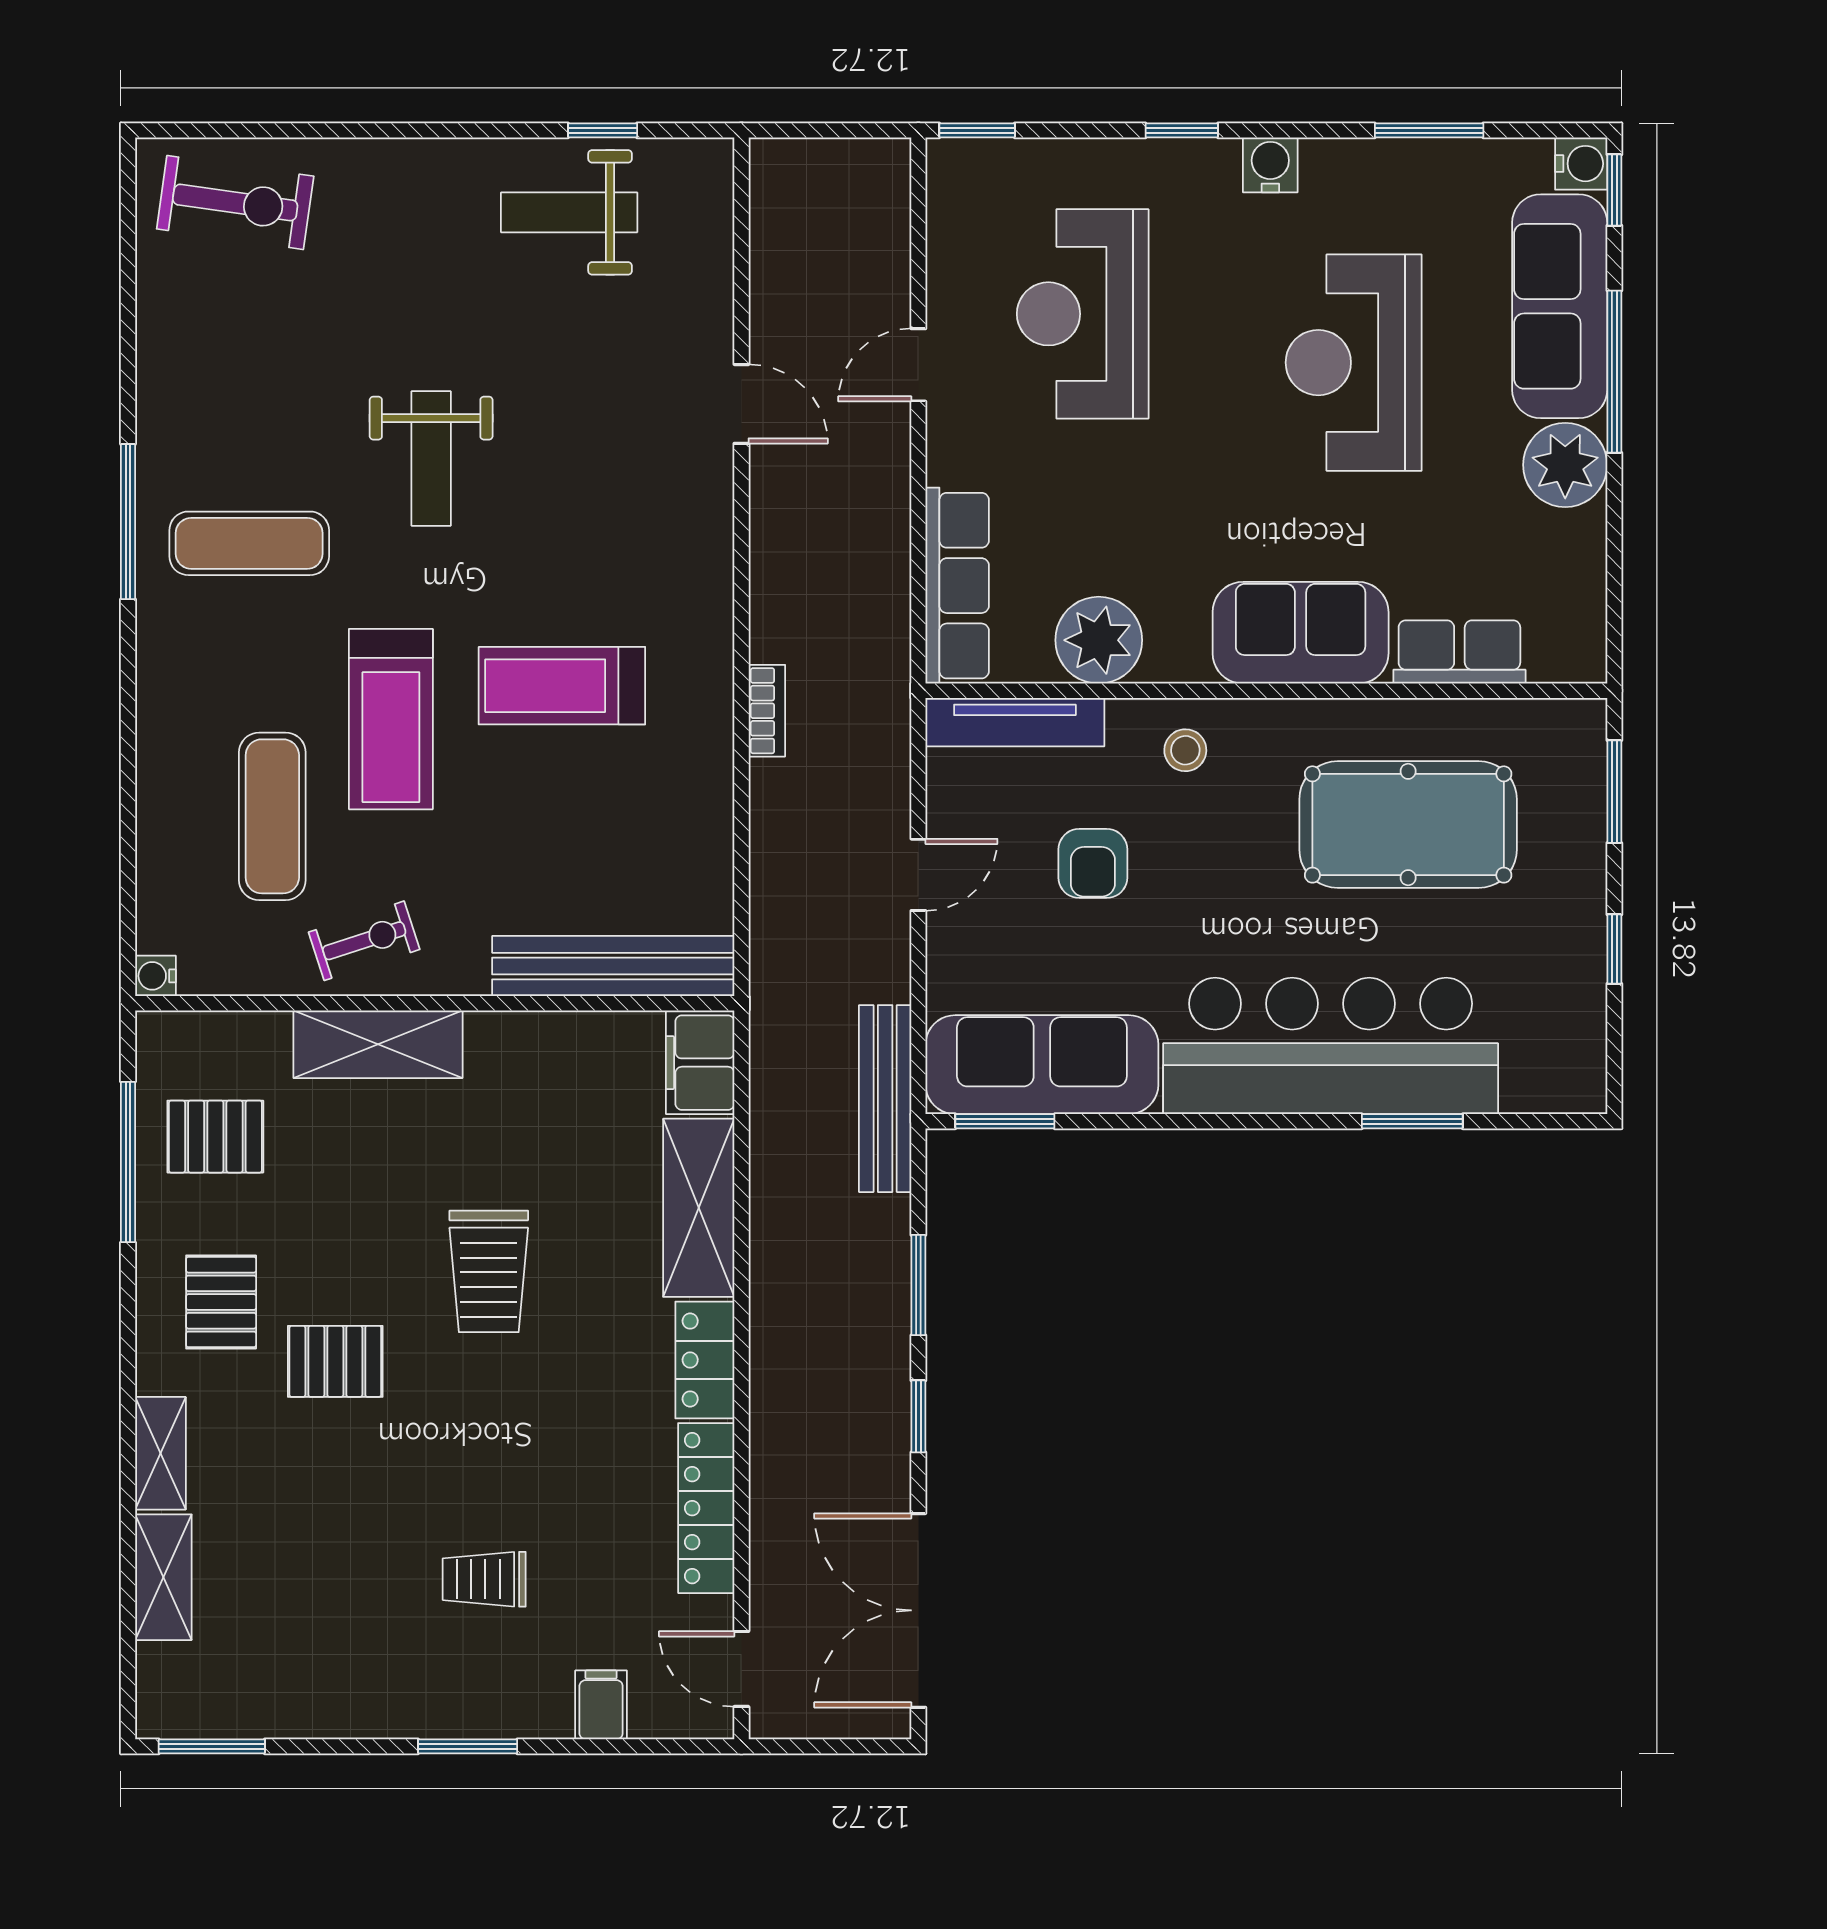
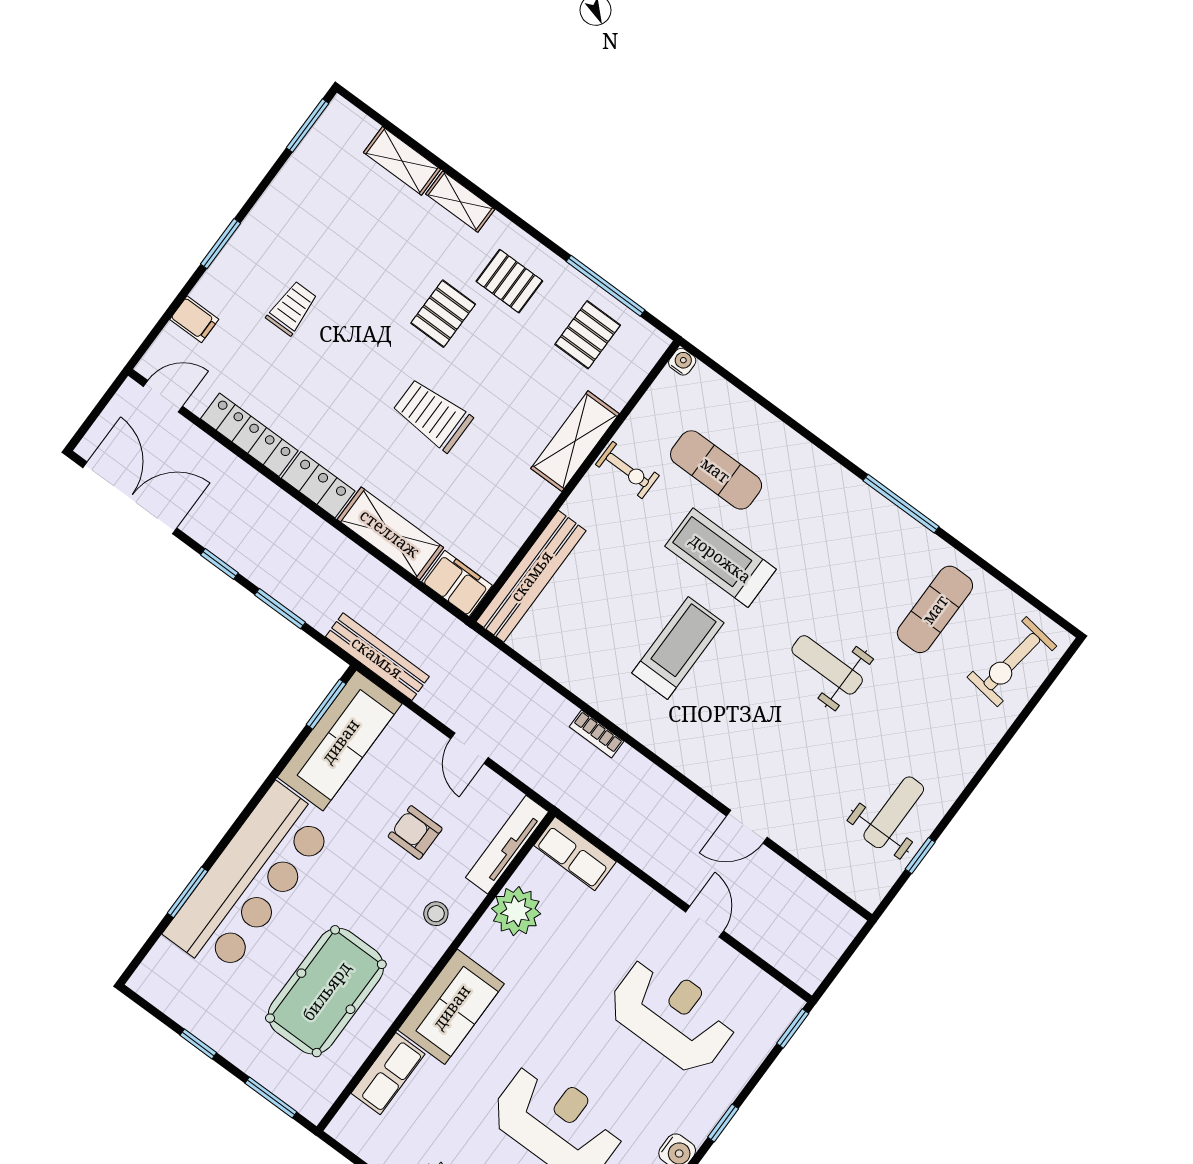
exercise mat: (249, 543) -> (935, 609), moved
row of seats: (957, 586) -> (575, 854), width x0.68
exercise bike: (364, 941) -> (627, 470), turned -72

